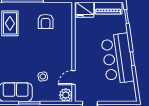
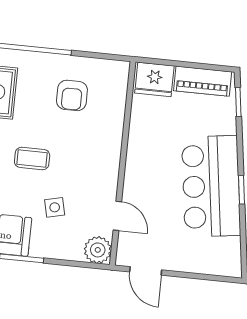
coffee table: (29, 54) -> (32, 159), added
door: (74, 78) -> (117, 216), swing flipped

